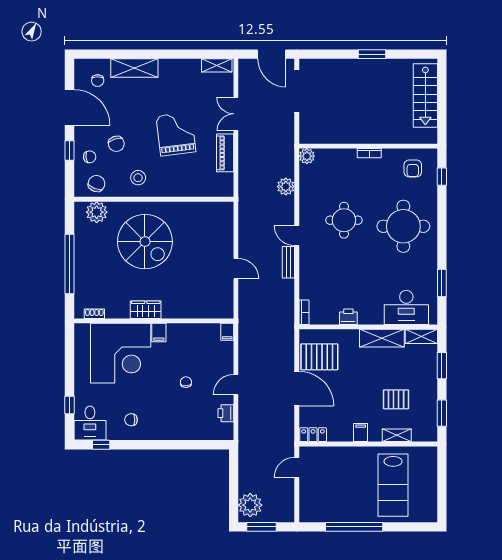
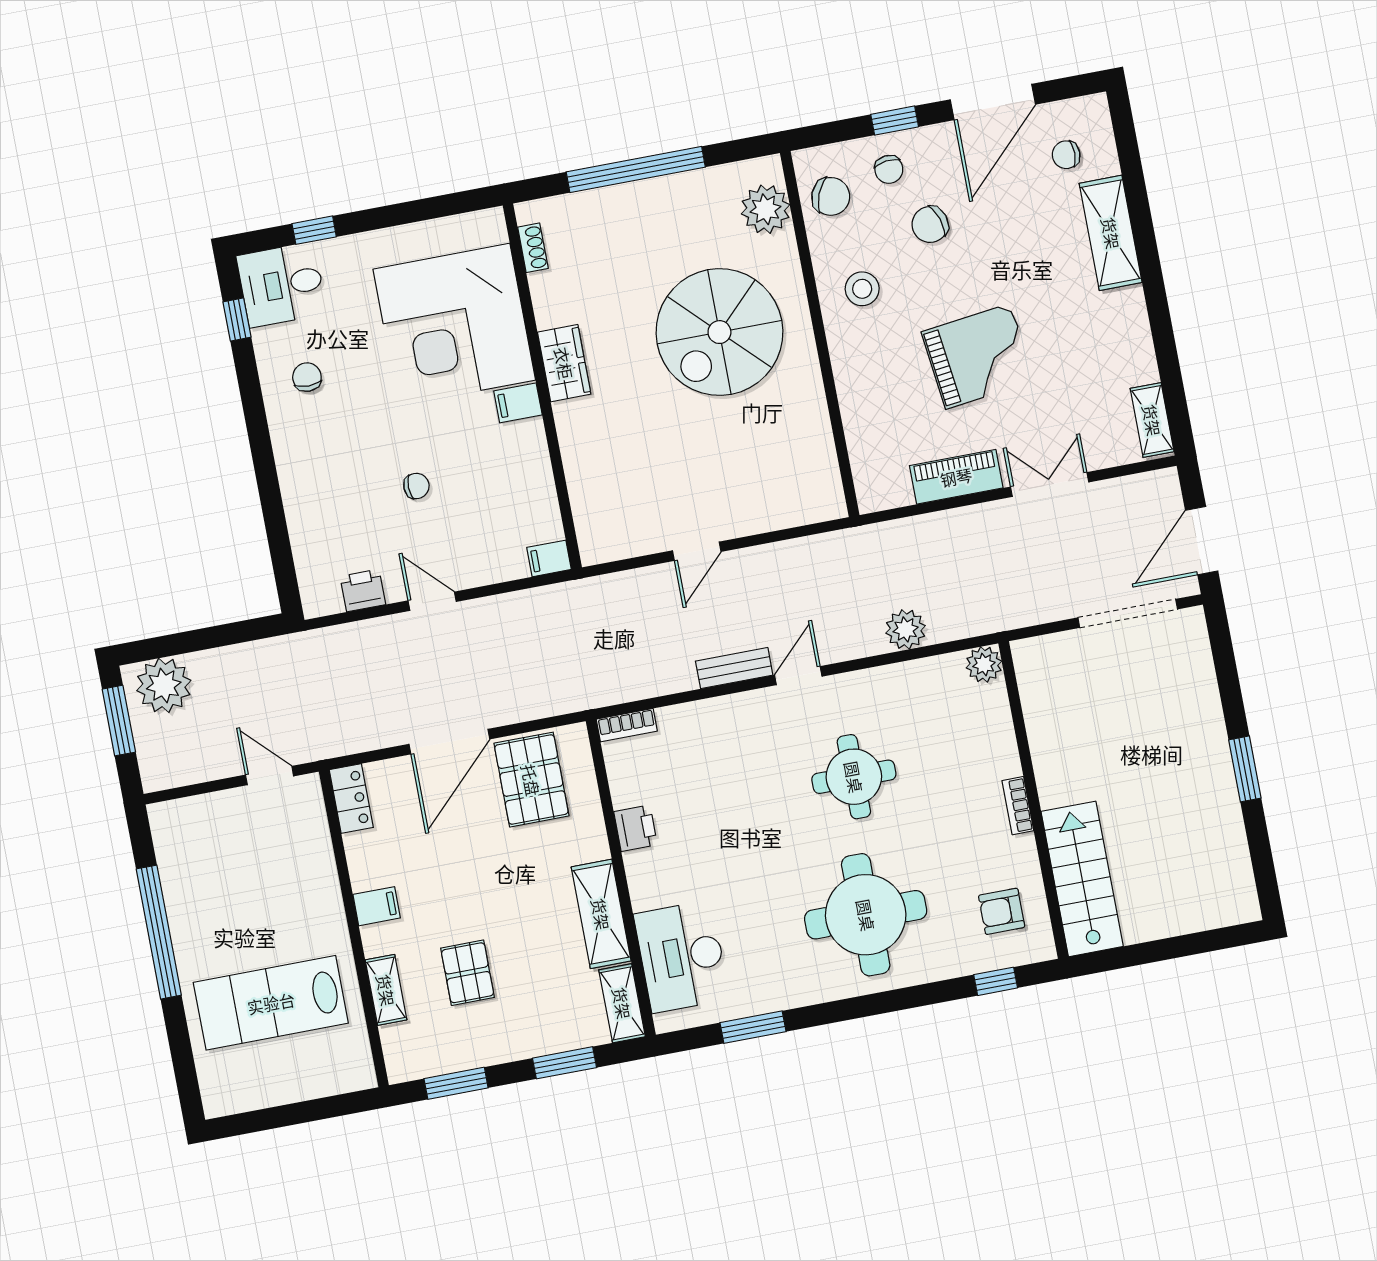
stairs: (425, 95) -> (1082, 879), moved, turned 90

